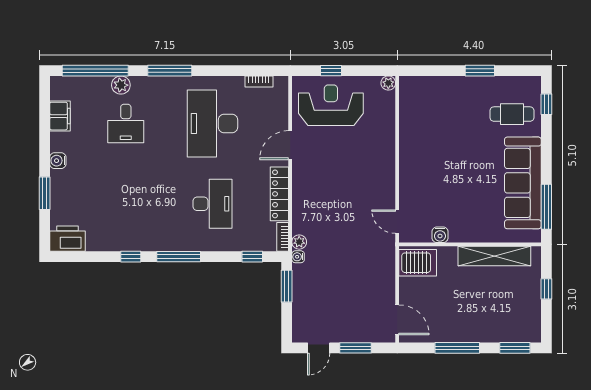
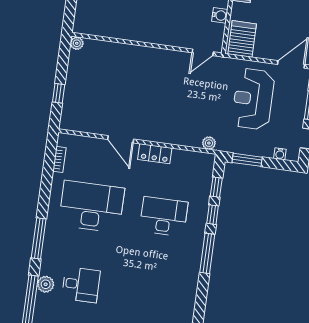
reception desk: (331, 105) -> (253, 99), moved
desk: (212, 123) -> (92, 207), turned 180
locker: (279, 194) -> (155, 154), width x0.66
bookcase: (283, 237) -> (202, 157), removed
window: (131, 257) -> (213, 215), moved
water cooler: (298, 257) -> (280, 154), moved

